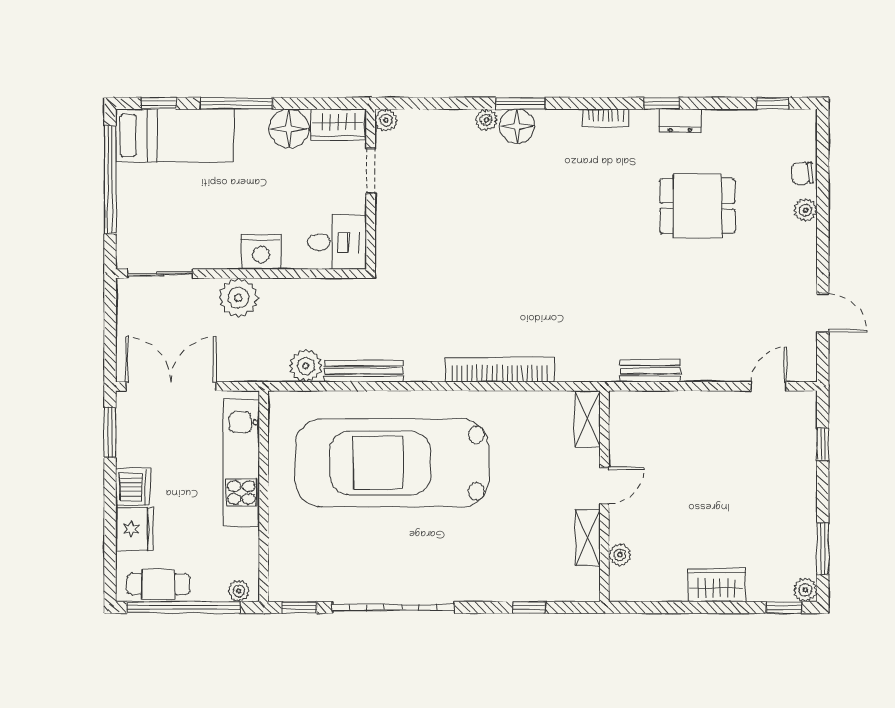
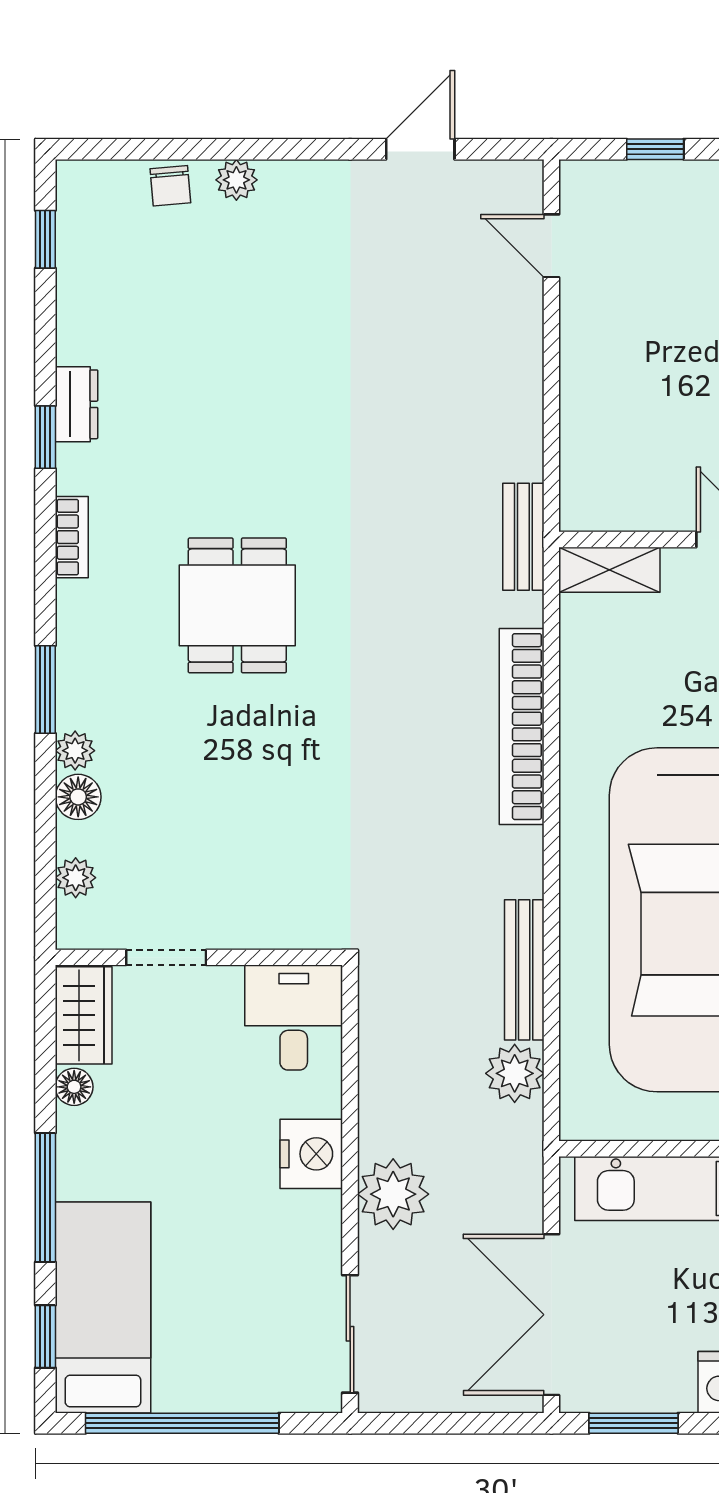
plant: (386, 120) -> (76, 878), moved
floor lamp: (517, 126) -> (78, 797), moved, width x0.73, depth x0.73
floor lamp: (289, 129) -> (74, 1087), width x0.53, depth x0.53
dining table: (697, 206) -> (237, 605), moved
bench: (650, 371) -> (523, 537), moved

